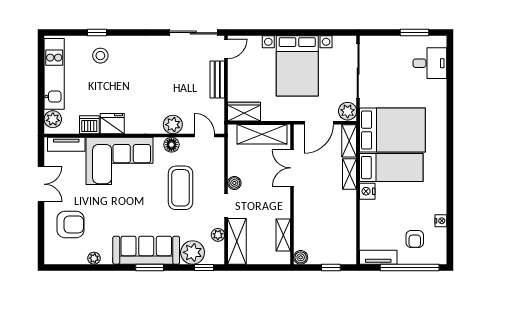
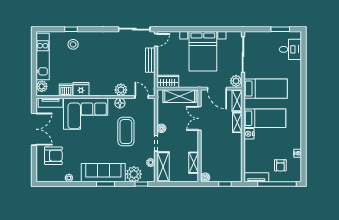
door: (319, 123) -> (217, 89), hinge flipped
bed: (392, 130) -> (266, 89), width x0.67
double door: (41, 184) -> (34, 129), width x1.37

